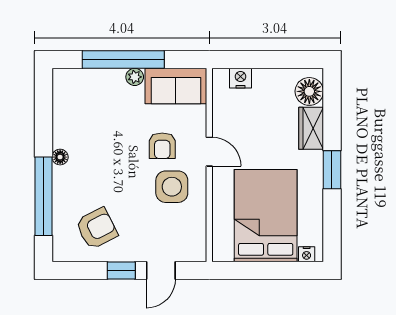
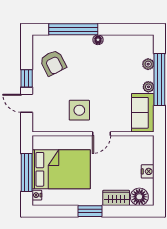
plant: (99, 77) -> (148, 64), added
nightstand: (240, 78) -> (148, 171), moved
armchair: (162, 146) -> (105, 104), removed
window: (271, 270) -> (27, 172), added

